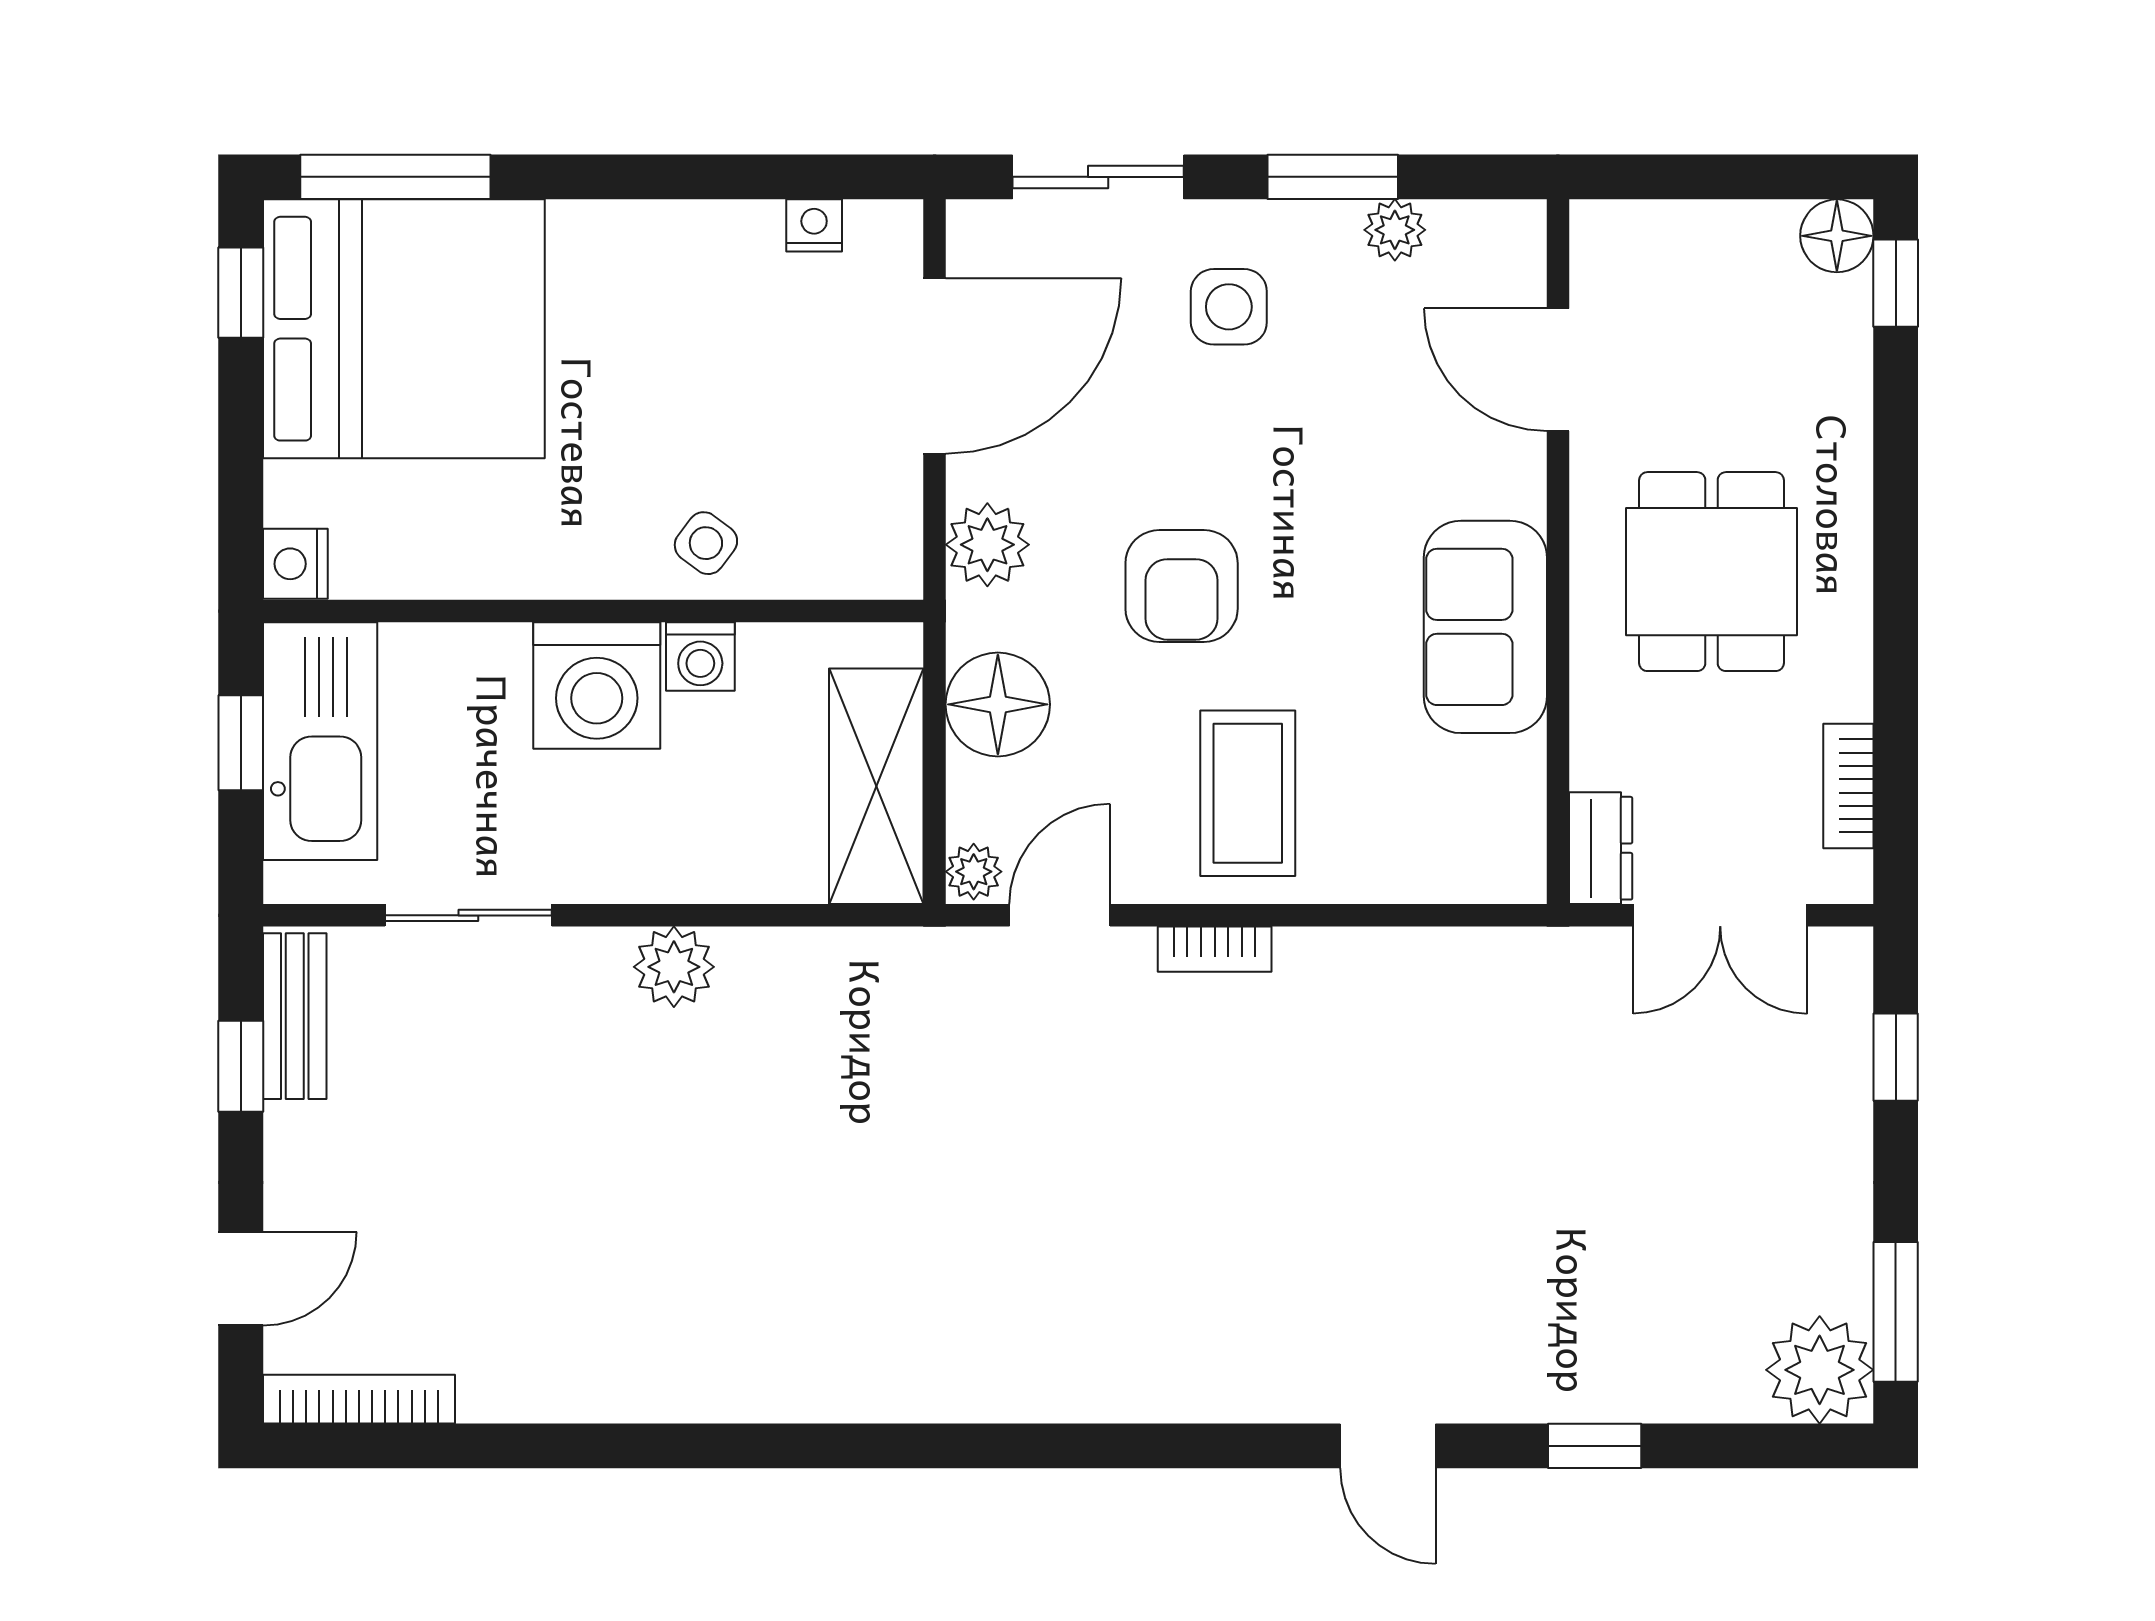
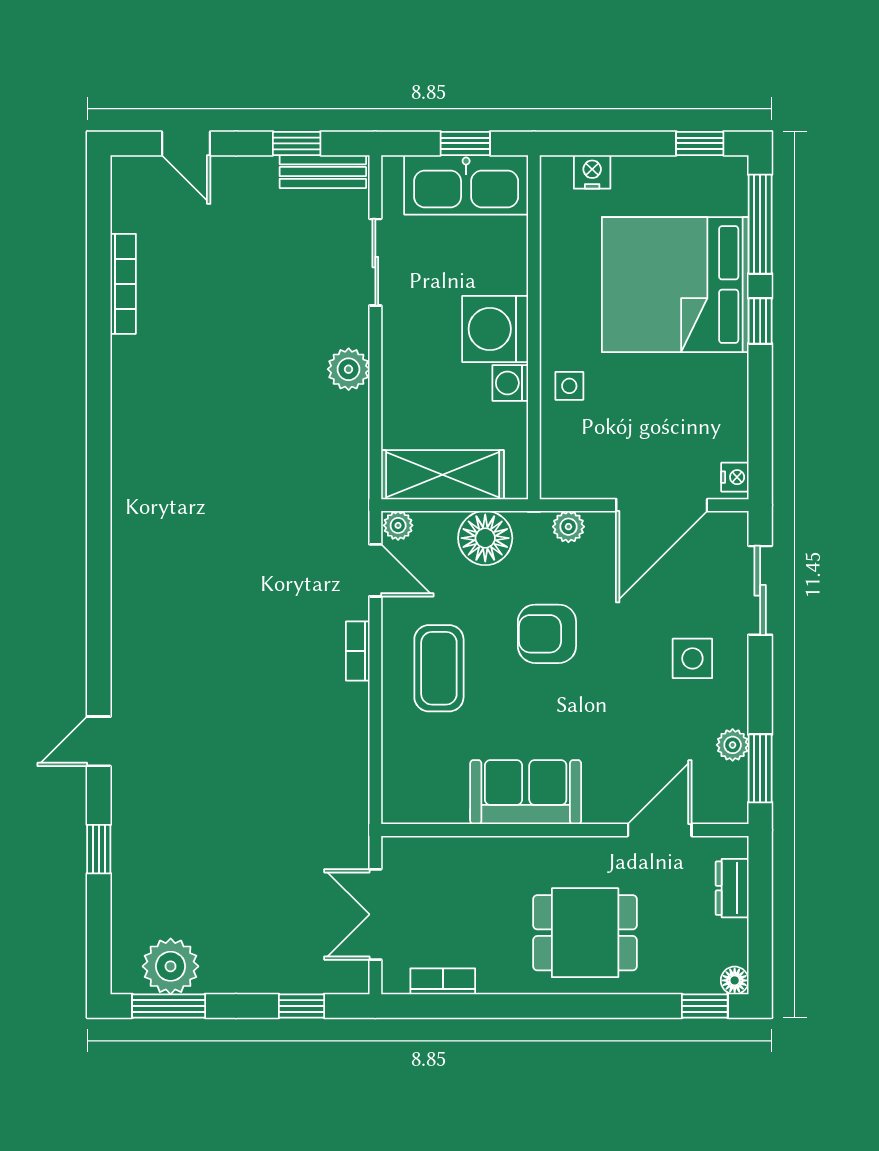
window: (581, 177) -> (760, 321), added
window: (1333, 177) -> (760, 768), moved
nightstand: (814, 225) -> (735, 477), moved
floor lamp: (1837, 236) -> (735, 980), width x0.73, depth x0.73
bed: (404, 329) -> (675, 285), moved, turned 90
door: (935, 366) -> (662, 505), hinge flipped
side table: (706, 543) -> (569, 386), turned -37
plant: (987, 545) -> (568, 527), width x0.73, depth x0.73
nightstand: (295, 564) -> (592, 172), moved
dining table: (1711, 572) -> (585, 933), moved
coffee table: (1248, 793) -> (439, 668), turned 90
dresser: (1601, 848) -> (732, 888), moved, turned 90
plant: (1820, 1370) -> (171, 966), moved
bookcase: (359, 1399) -> (123, 284), moved

